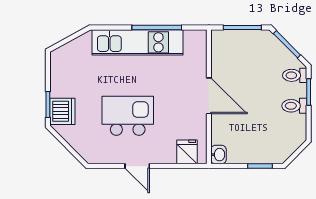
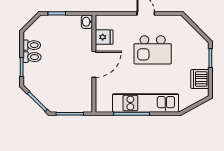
toilet: (295, 75) -> (32, 45), moved
door: (209, 96) -> (94, 64), swing flipped
dishwasher: (62, 111) -> (200, 79), moved
fridge: (187, 152) -> (104, 37), moved, turned -90

